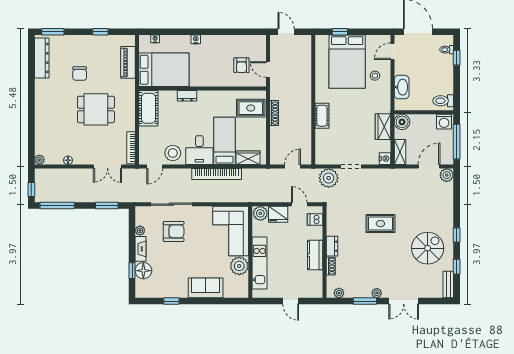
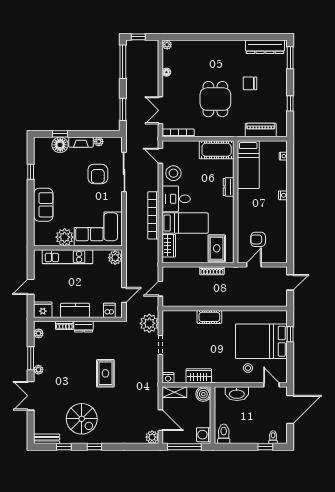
bed: (164, 70) -> (248, 165), width x0.67
door: (293, 166) -> (160, 289), swing flipped
fridge: (278, 214) -> (43, 310), moved, turned 90

